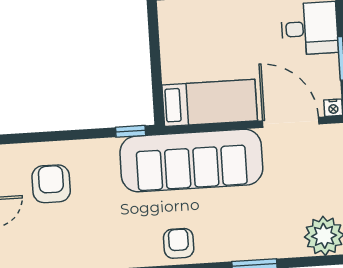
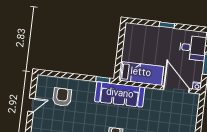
sofa: (191, 161) -> (120, 94), width x0.74, depth x0.79

